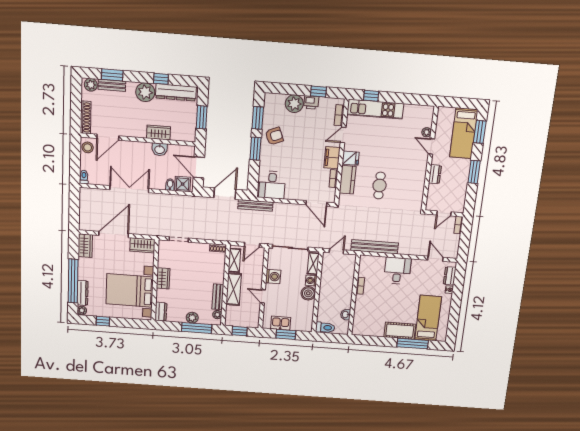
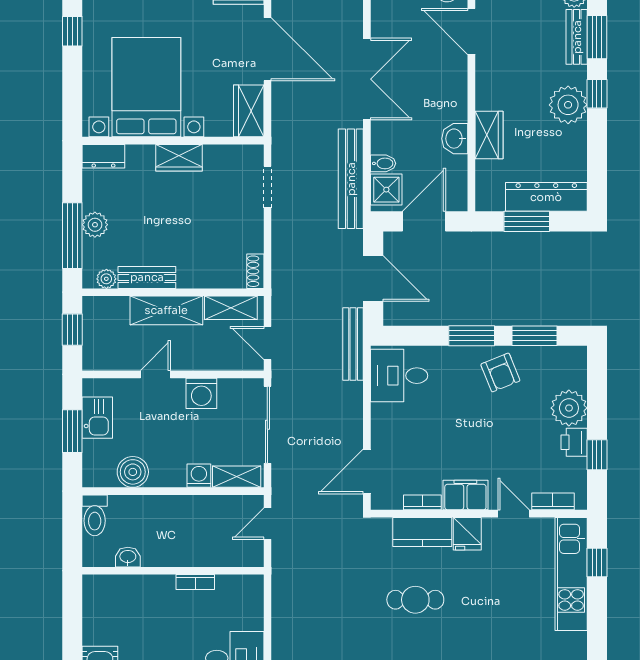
window: (161, 79) -> (597, 94), moved
dresser: (176, 92) -> (546, 197), moved, turned 90
bench: (375, 247) -> (351, 179), moved
door: (336, 251) -> (267, 524), swing flipped
boiler: (308, 293) -> (133, 472), moved

